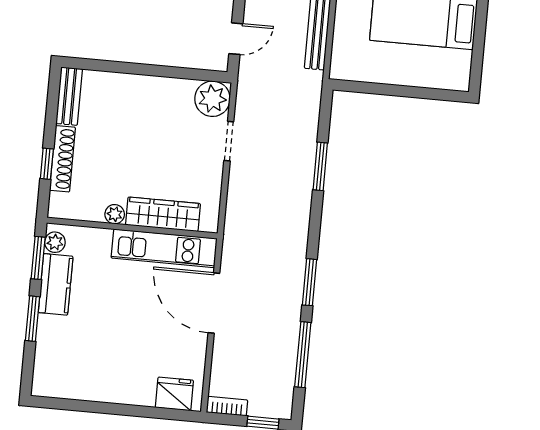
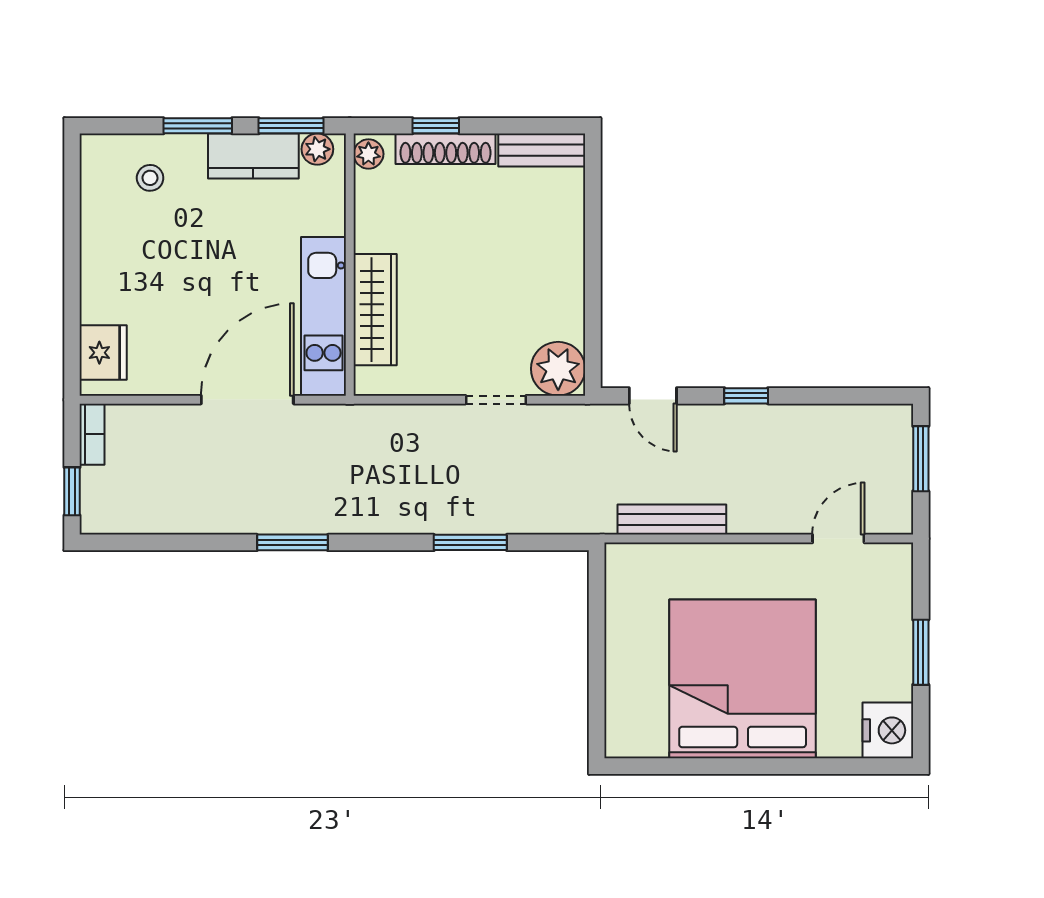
plant: (115, 214) -> (368, 154), moved
stool: (64, 353) -> (150, 178), added
window: (303, 355) -> (181, 542), removed

